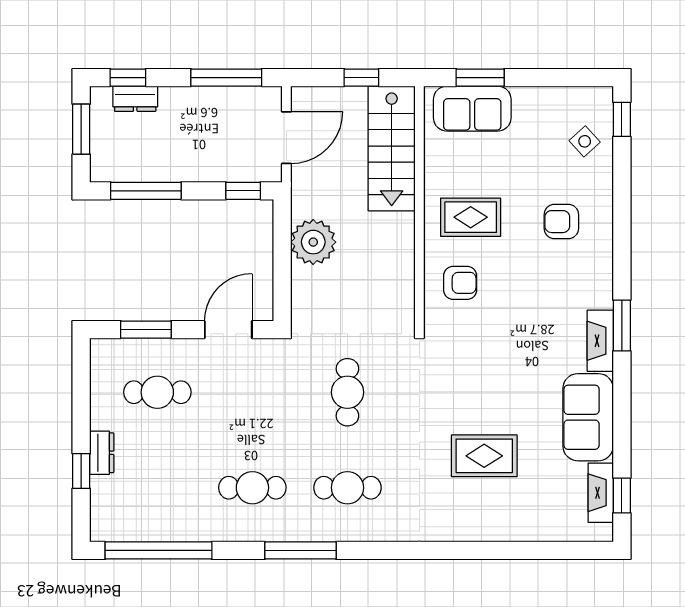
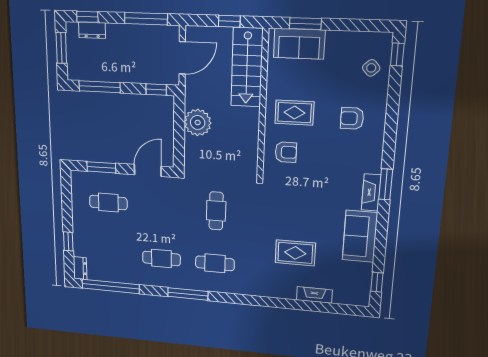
dresser: (102, 453) -> (80, 268), moved
fireplace: (601, 493) -> (314, 295), moved, turned 90

